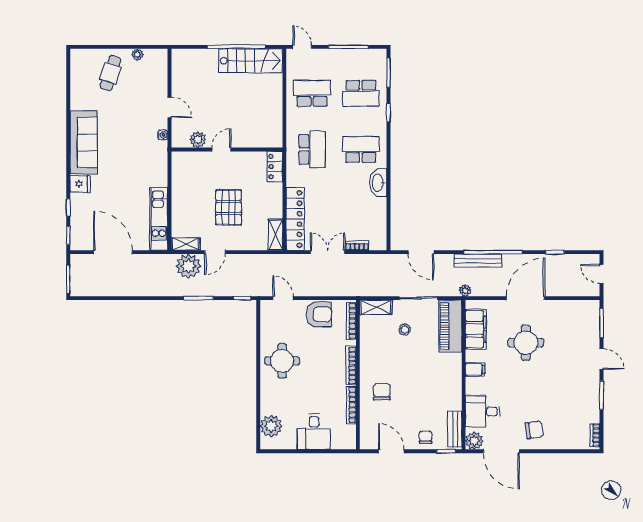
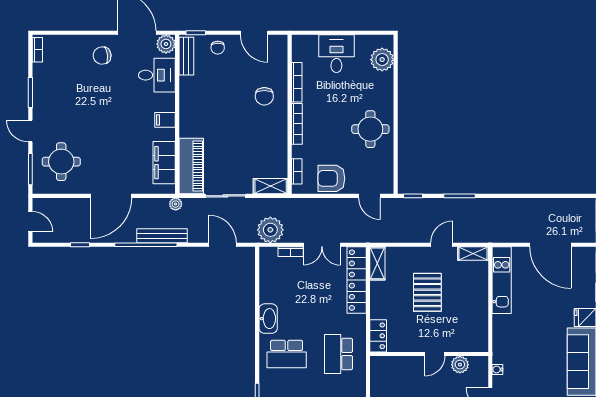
plant: (188, 266) -> (270, 230), moved
bookcase: (351, 321) -> (297, 171), width x0.64
stool: (405, 329) -> (240, 162), removed
round table: (526, 343) -> (61, 162), moved

